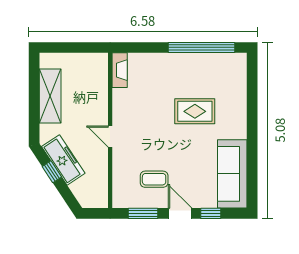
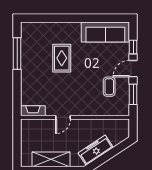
window: (201, 47) -> (17, 54), width x0.68
door: (110, 137) -> (63, 117), moved
window: (52, 172) -> (104, 158), removed

